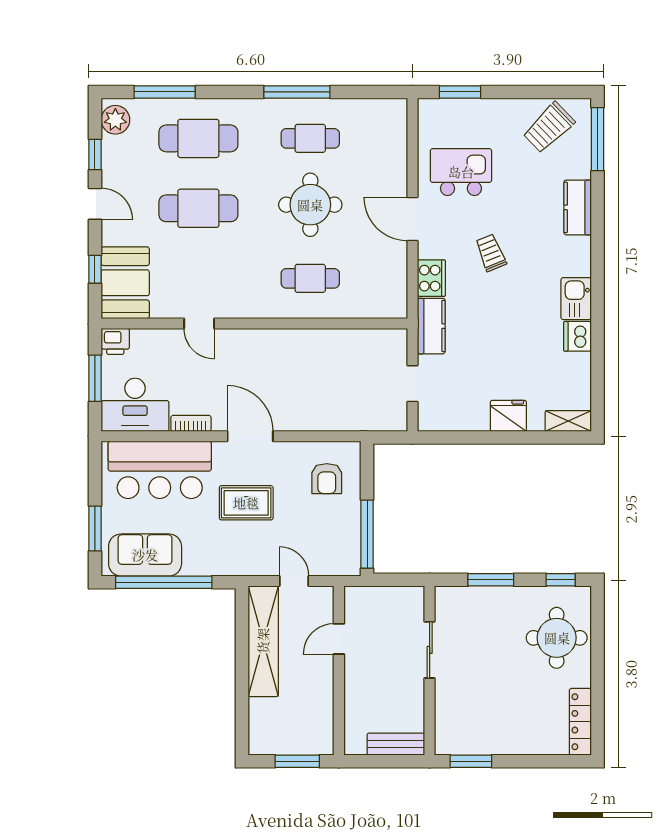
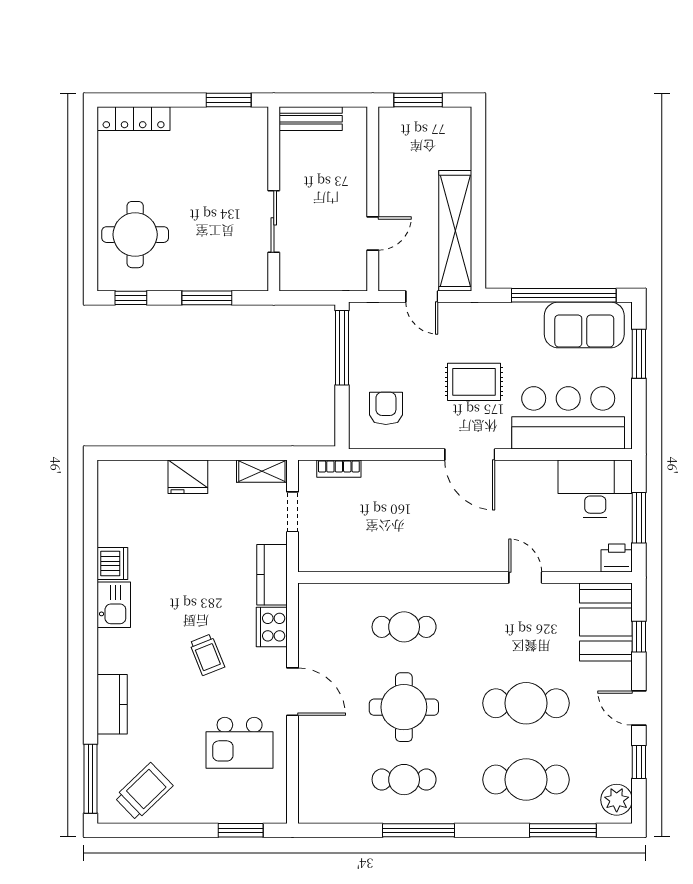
shelving: (568, 421) -> (262, 471), moved
bookcase: (191, 423) -> (339, 469), moved
locker: (580, 722) -> (134, 119), moved, turned 90

